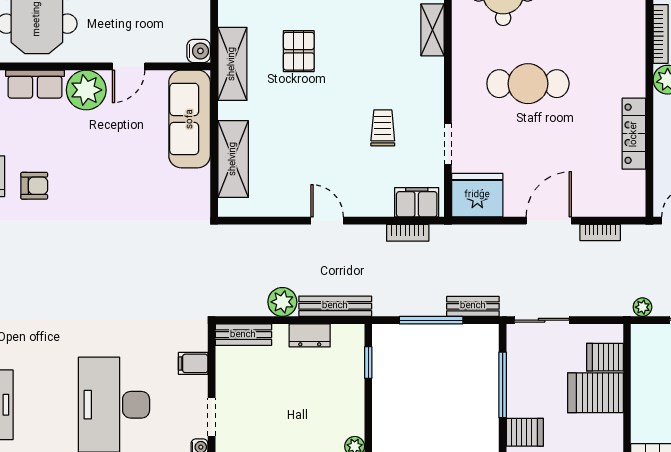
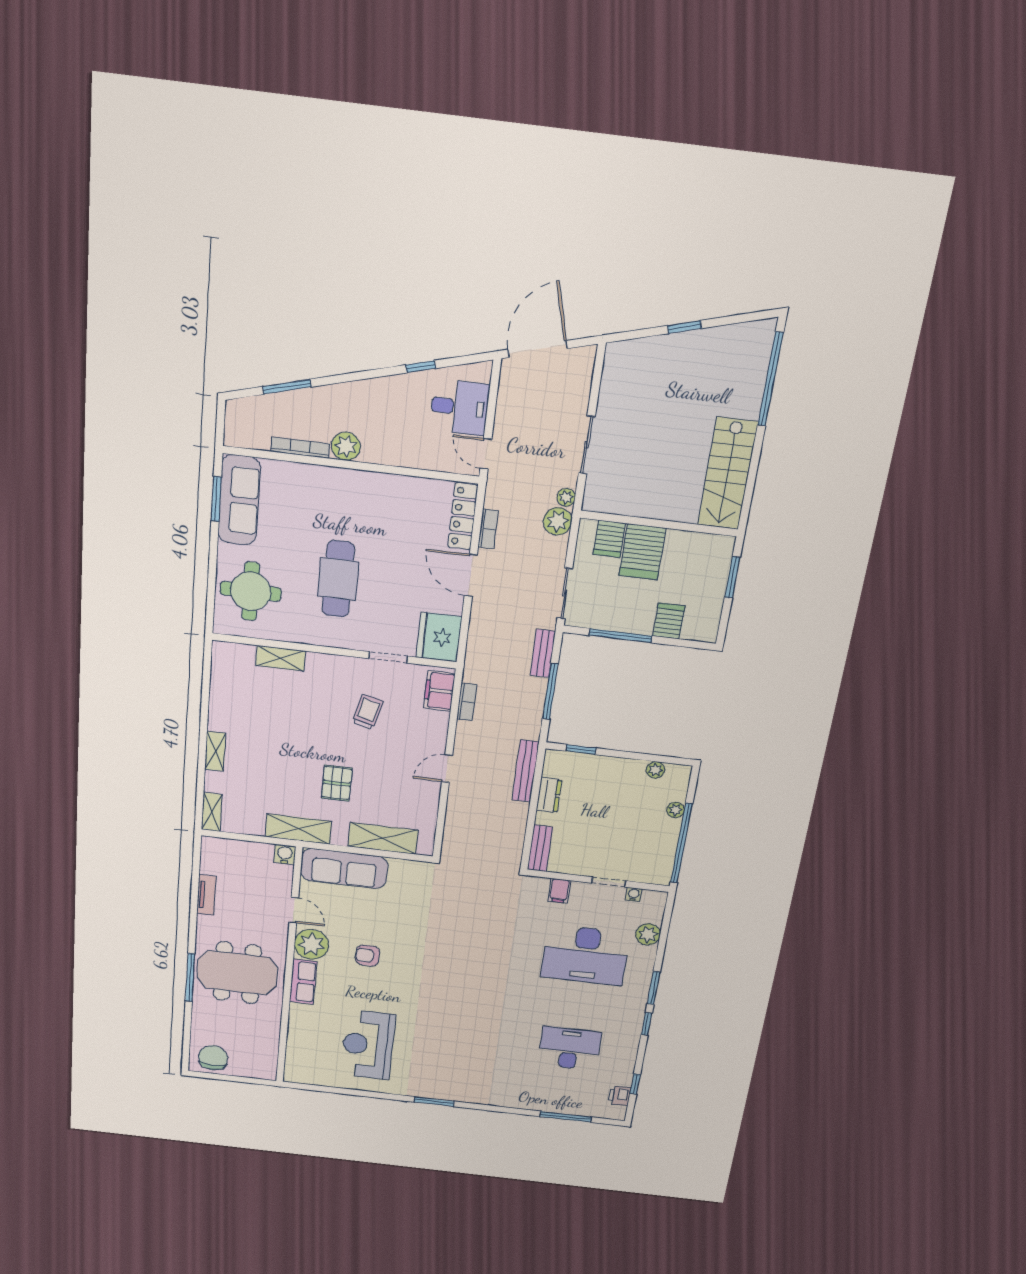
pallet: (299, 51) -> (337, 783), moved, turned 90
trolley: (383, 128) -> (368, 712), turned 104
locker: (634, 134) -> (463, 516), moved, turned 90
armchair: (34, 186) -> (368, 955), moved, turned -90
plant: (282, 302) -> (558, 521), moved

